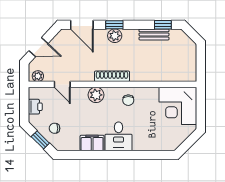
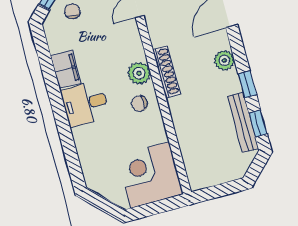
window: (114, 25) -> (247, 84), moved
bench: (154, 34) -> (243, 122), width x1.36
plant: (96, 95) -> (139, 73), moved

